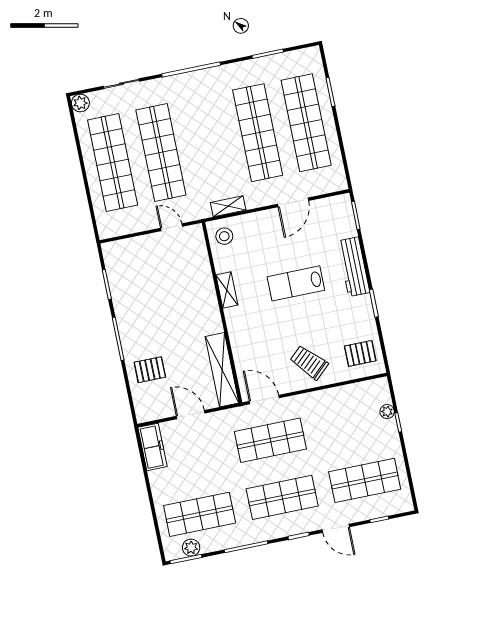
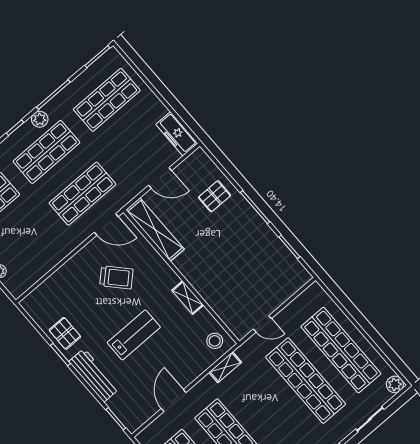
pallet: (360, 353) -> (65, 333), moved, turned 90
trolley: (309, 362) -> (116, 277), moved
plant: (191, 548) -> (40, 119), moved

